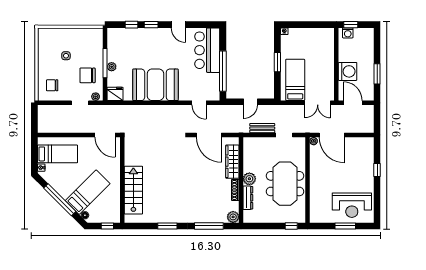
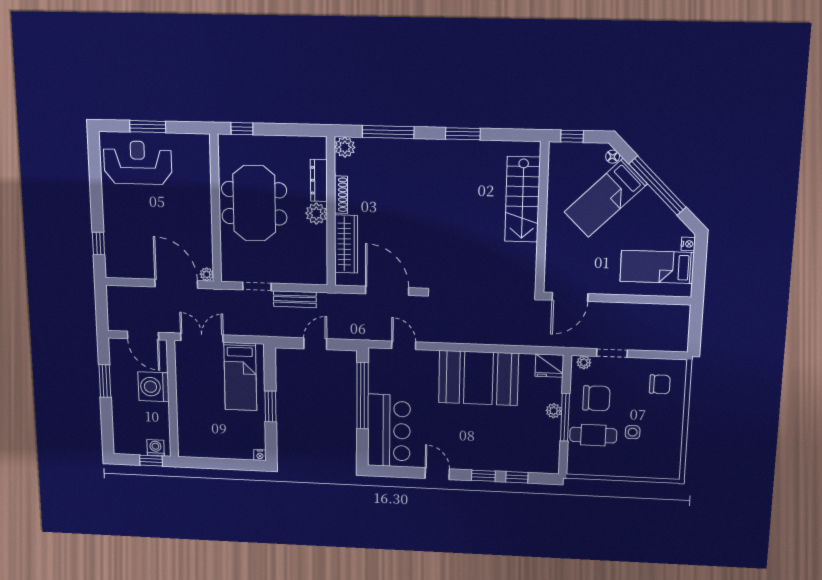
cafe table: (88, 53) -> (593, 435), added
door: (105, 135) -> (570, 297), swing flipped
window: (377, 170) -> (98, 244), moved

